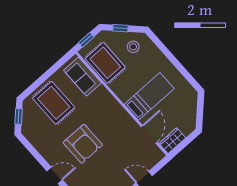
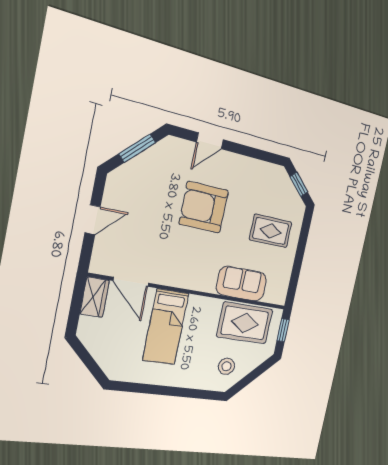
window: (120, 28) -> (255, 374), removed
sofa: (82, 77) -> (242, 284), moved
rug: (54, 103) -> (271, 231), width x0.73, depth x0.70

